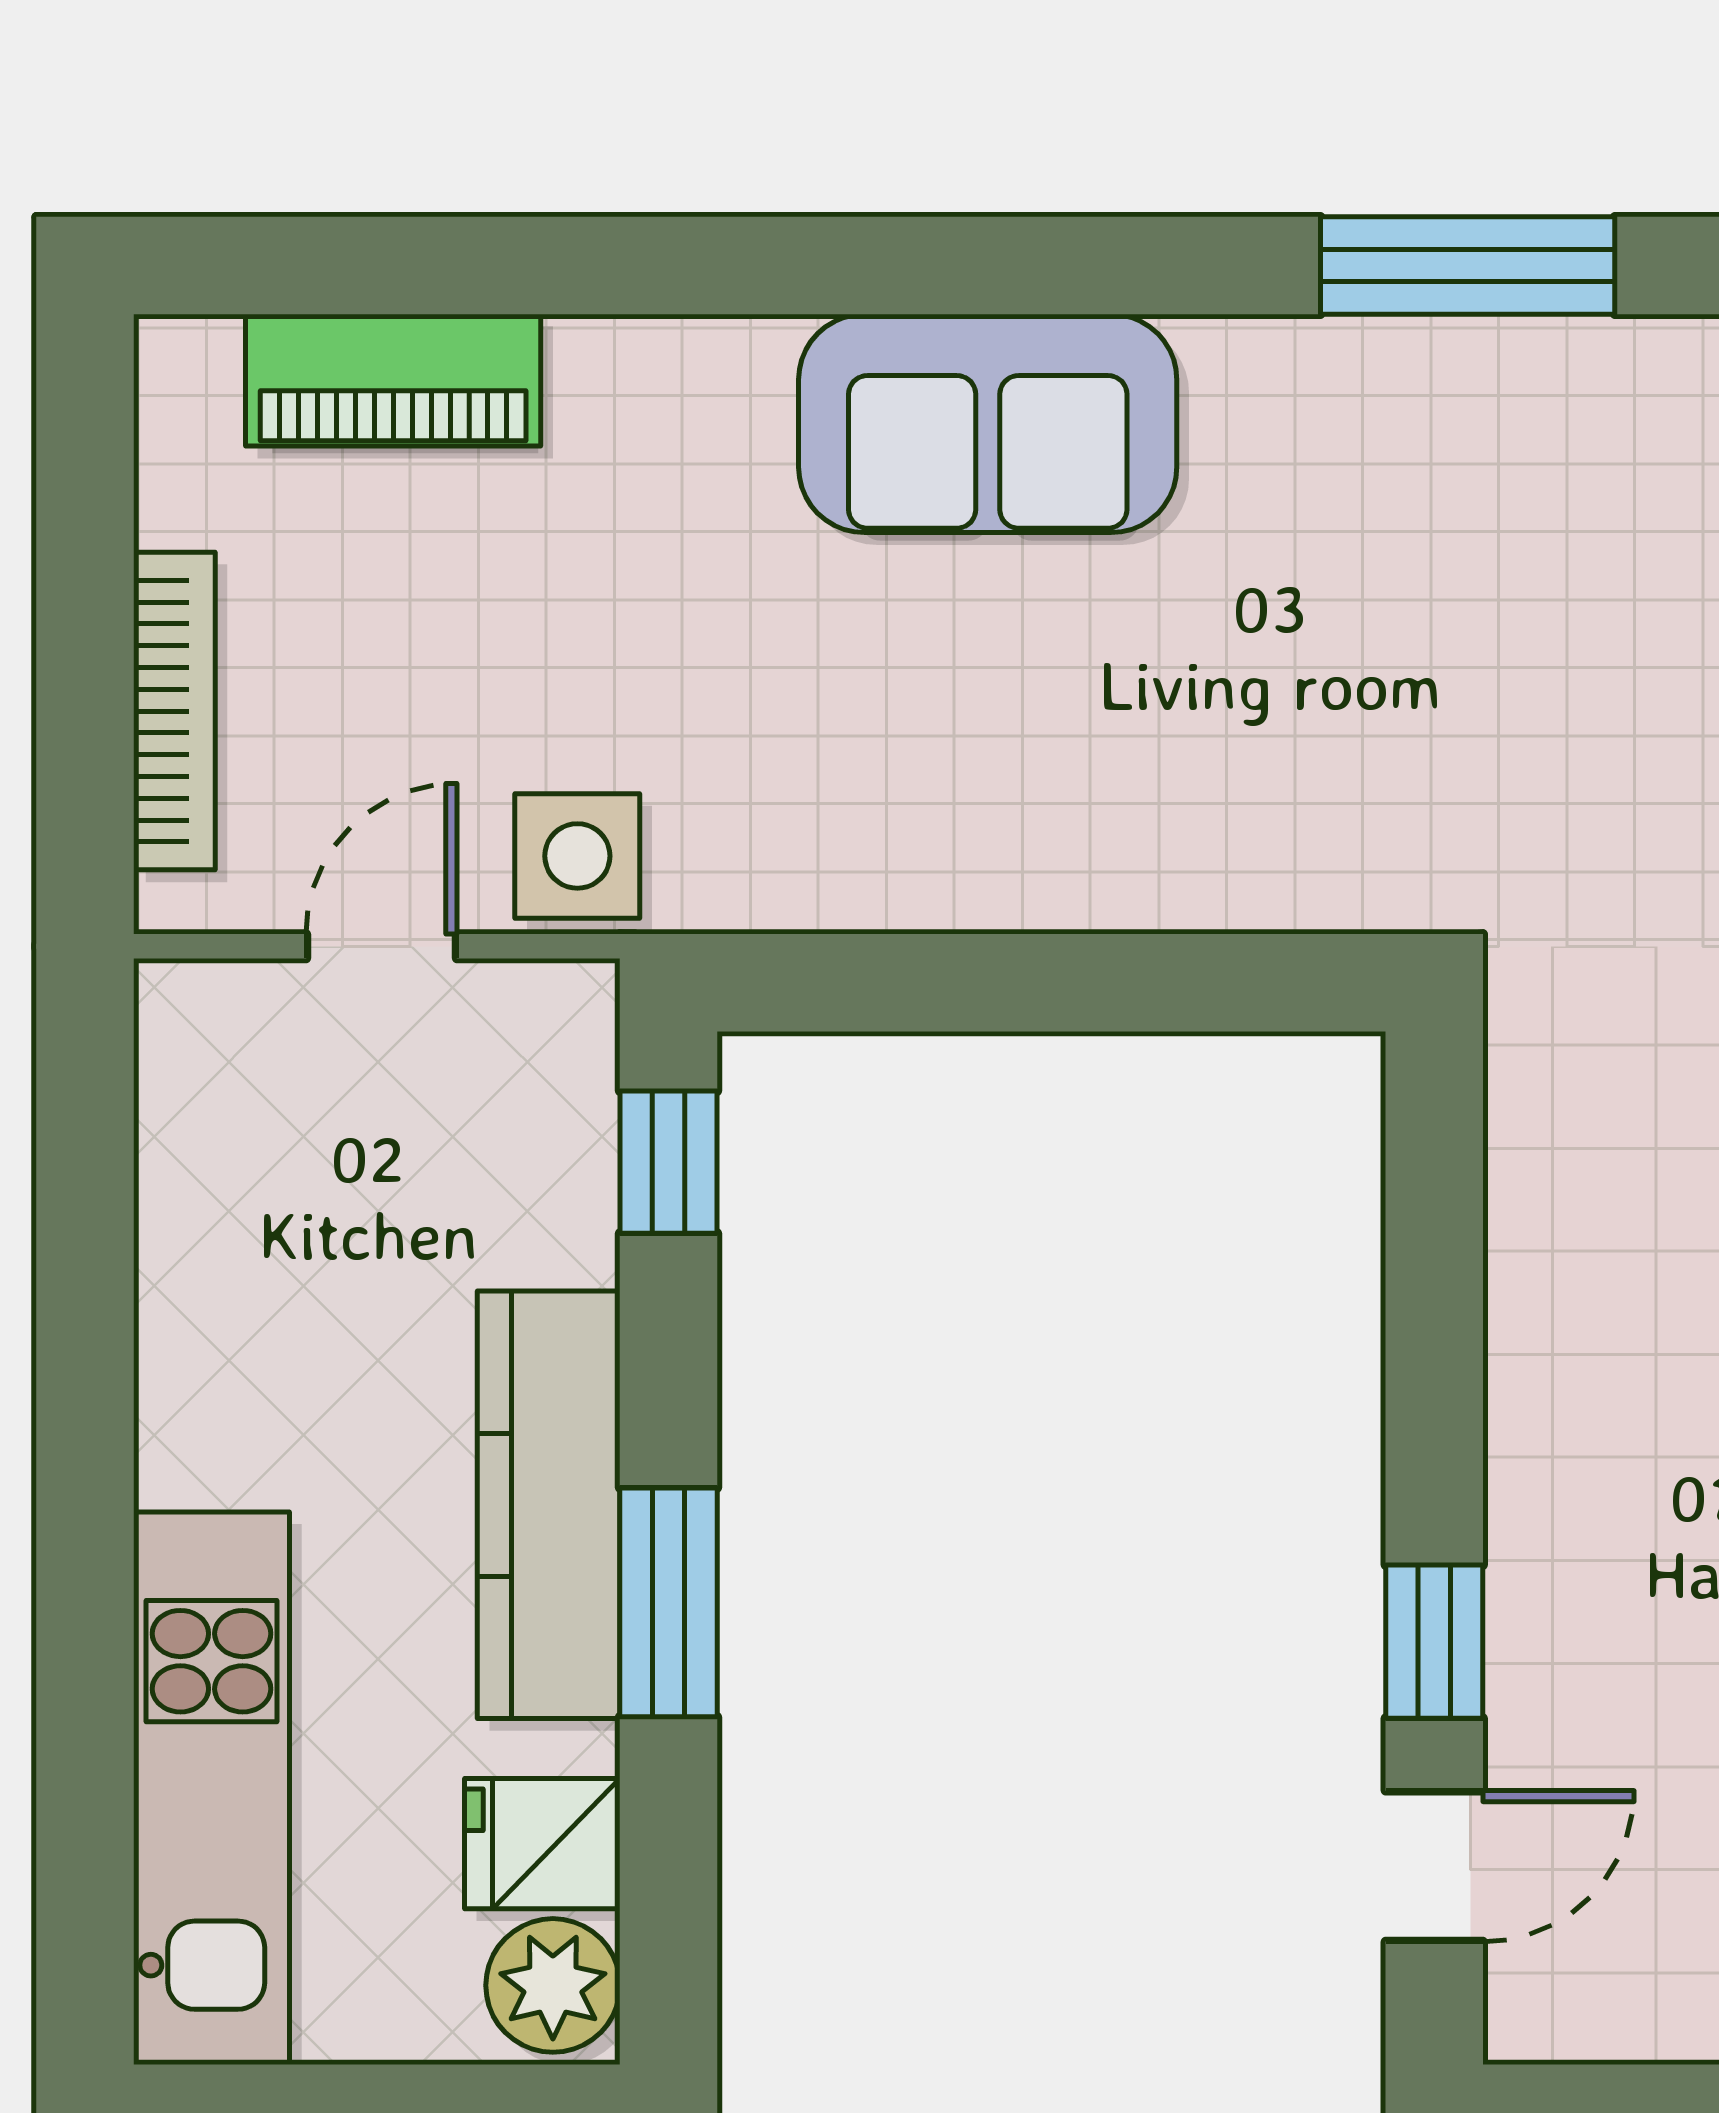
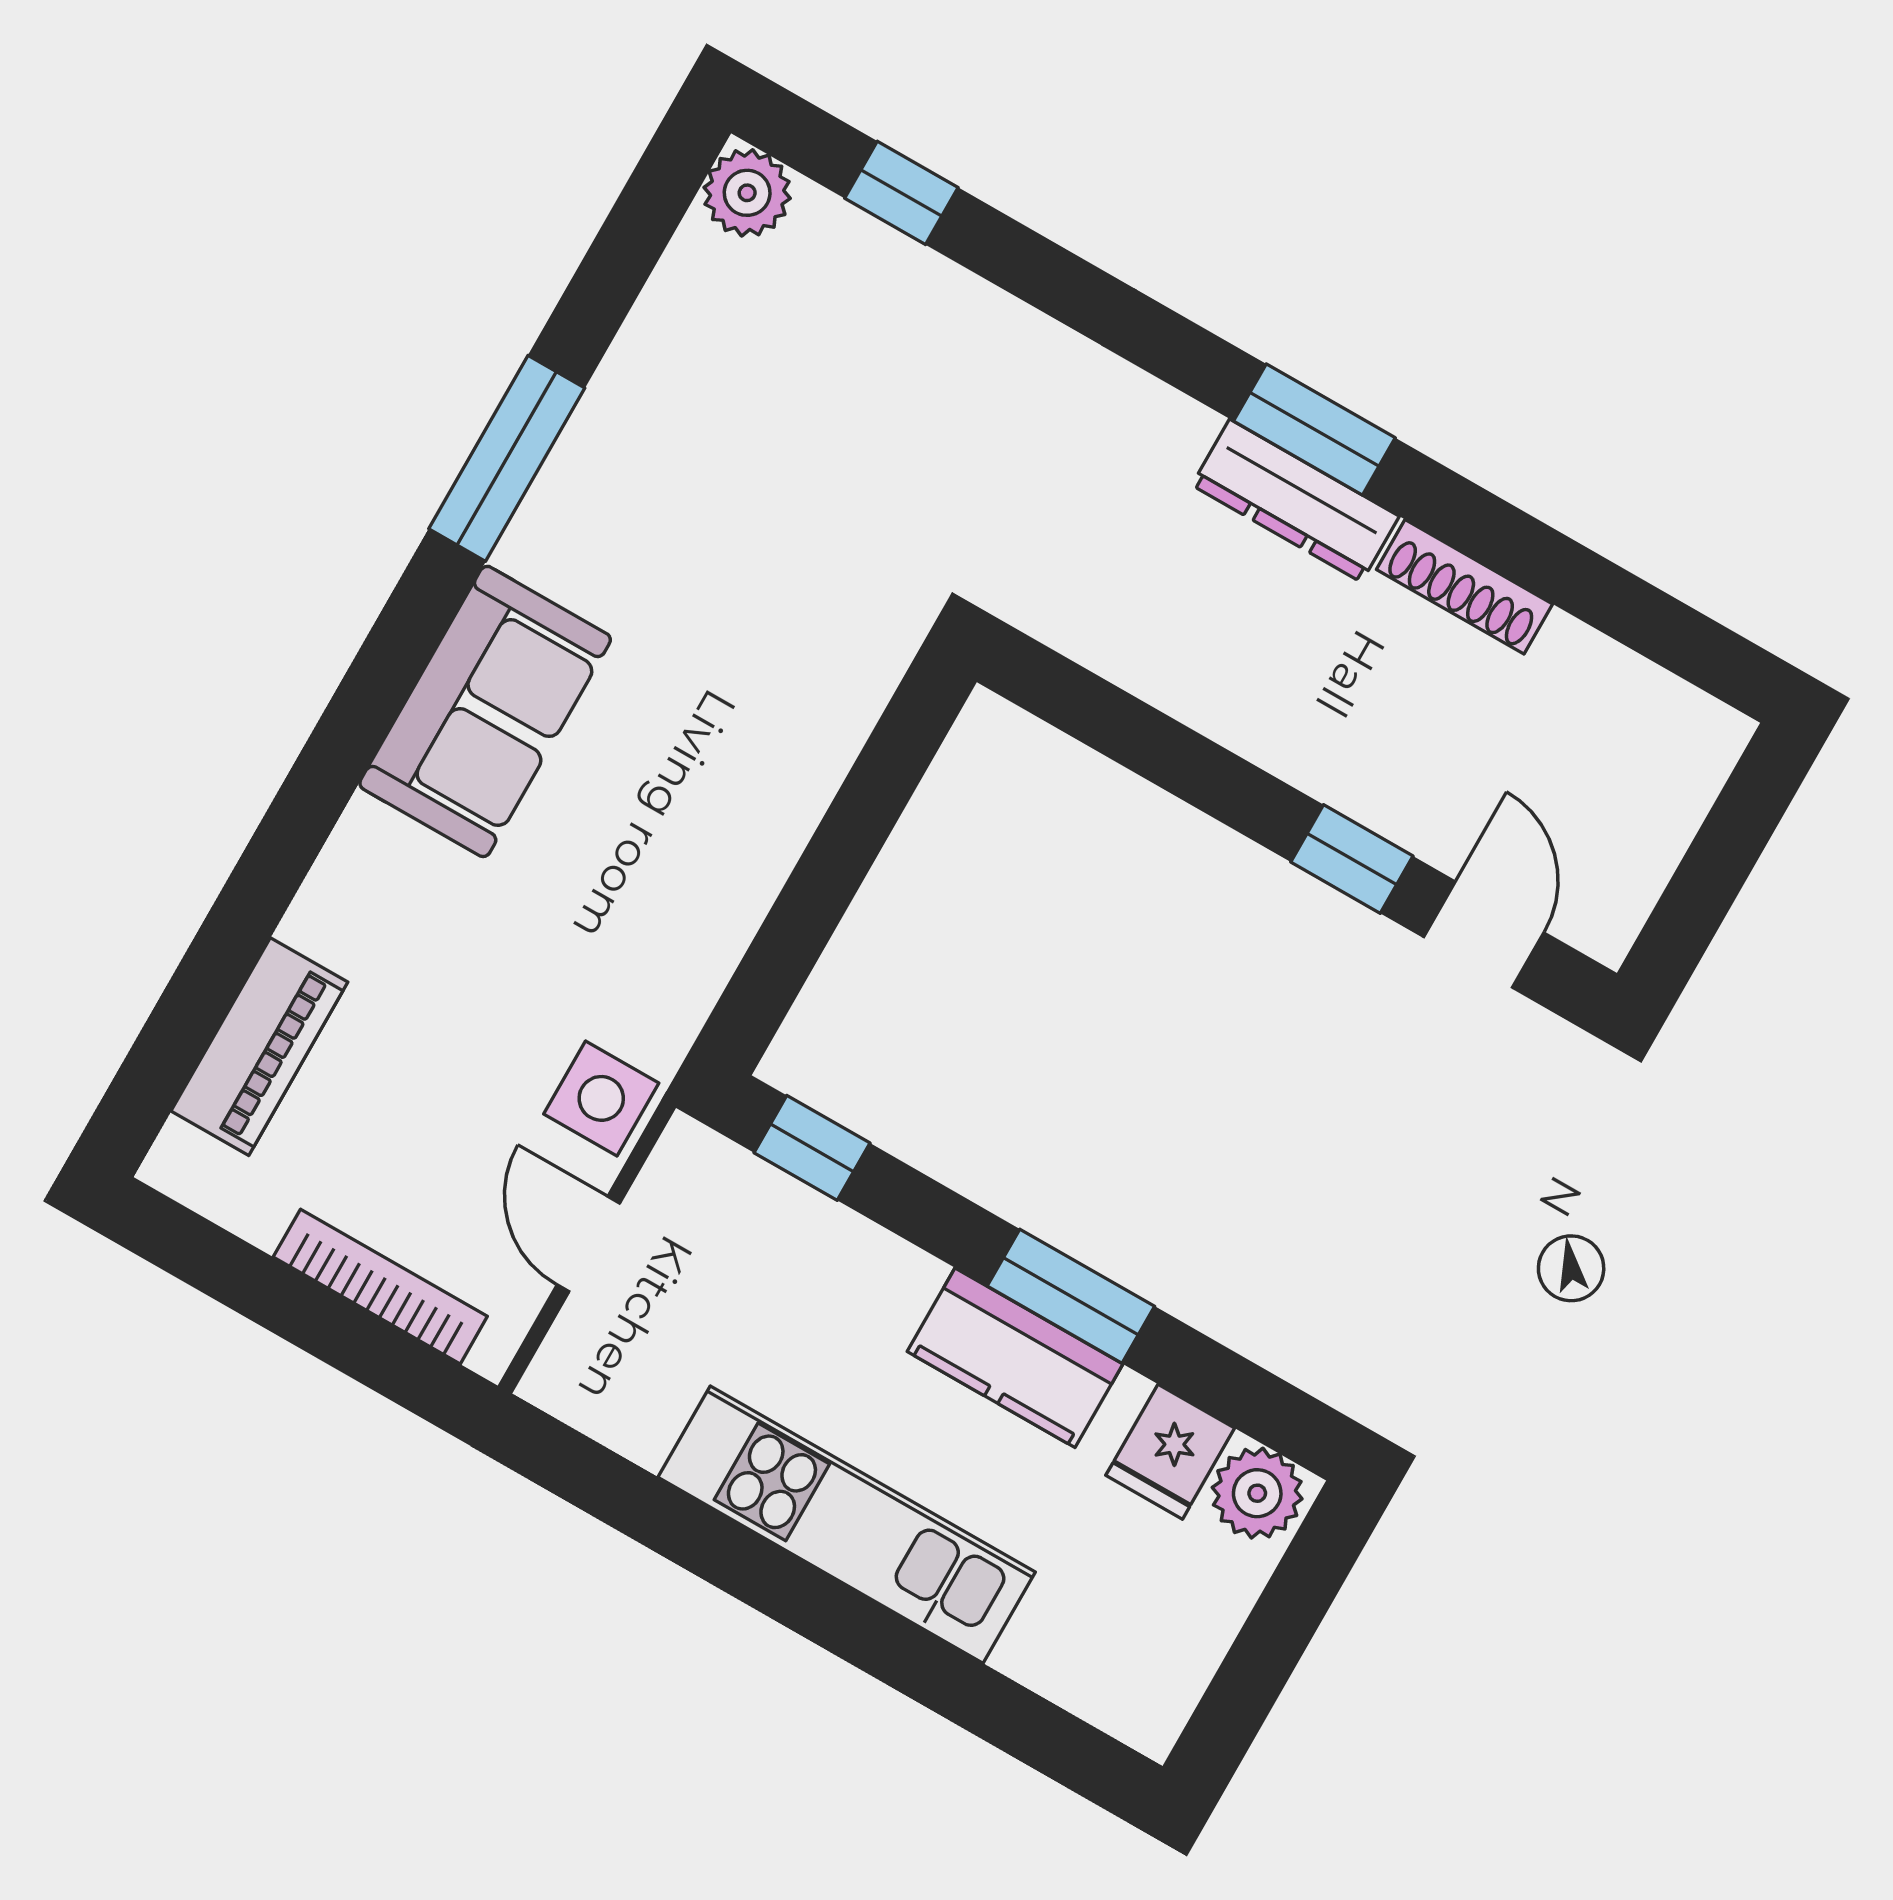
window: (1468, 266) -> (507, 458), moved
kitchen counter: (549, 1505) -> (1015, 1358), width x0.67
kitchen unit: (212, 1788) -> (847, 1525), moved

